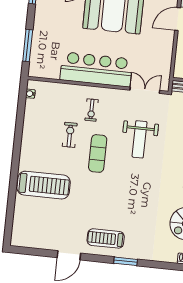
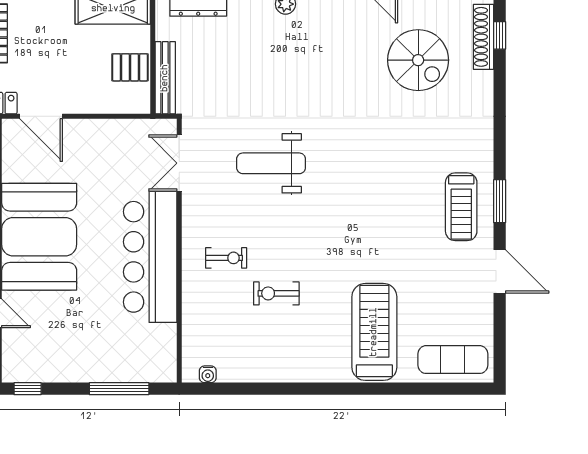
weight bench: (140, 139) -> (271, 163), turned 180
exercise mat: (98, 153) -> (453, 360), moved
window: (126, 261) -> (500, 201), moved

